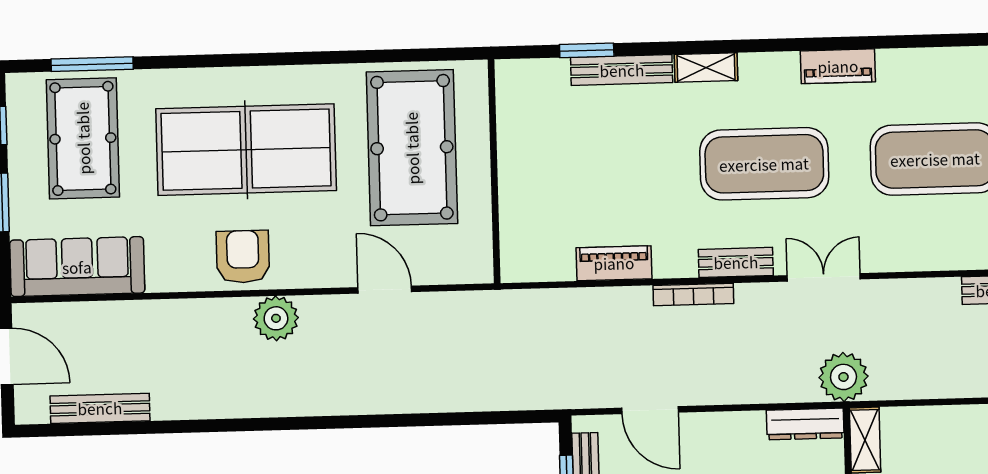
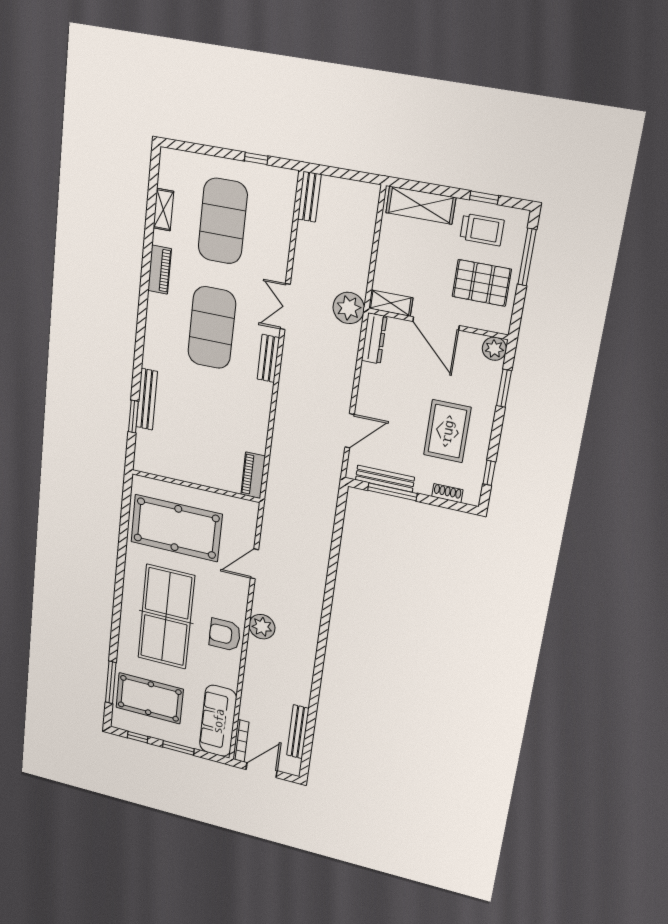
shelving: (706, 68) -> (163, 210), moved
piano: (614, 263) -> (253, 475), moved
bookcase: (693, 294) -> (241, 741), moved

